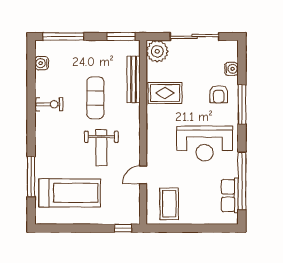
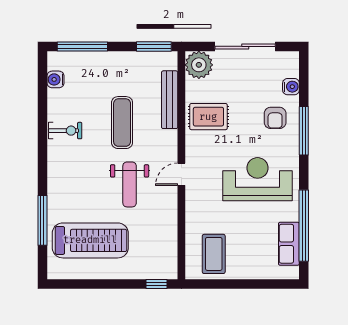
reception desk: (205, 144) -> (258, 179), turned 180
door: (143, 175) -> (181, 174), moved

